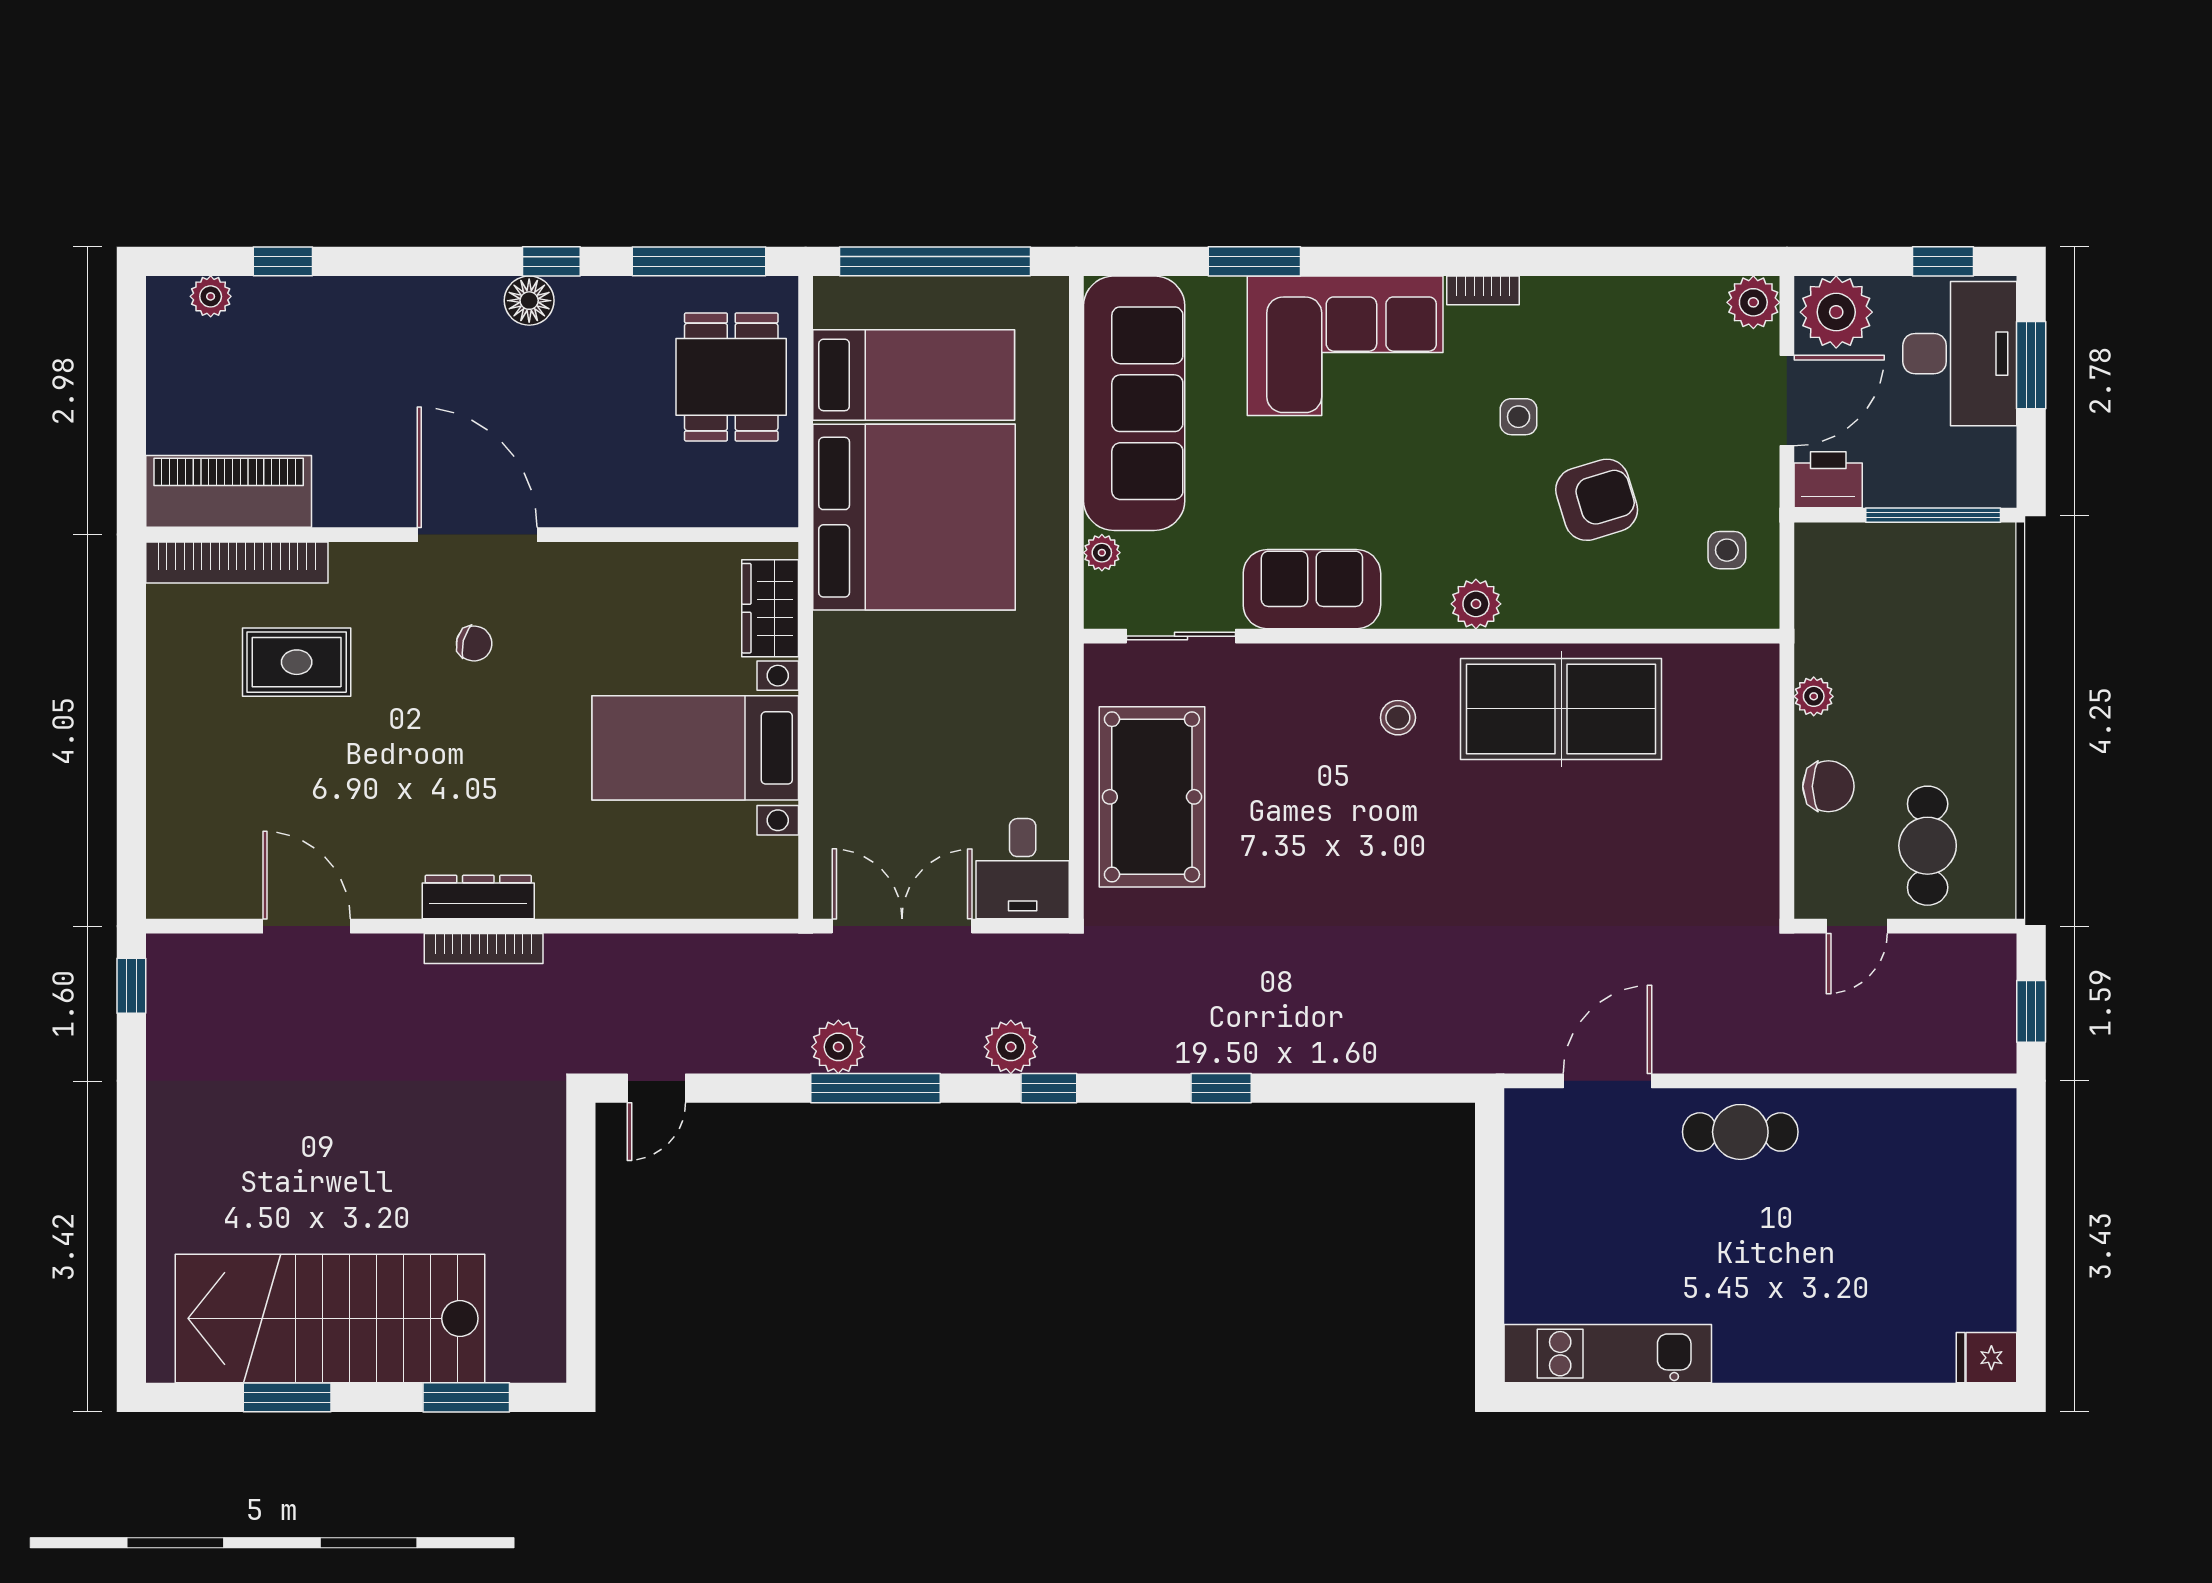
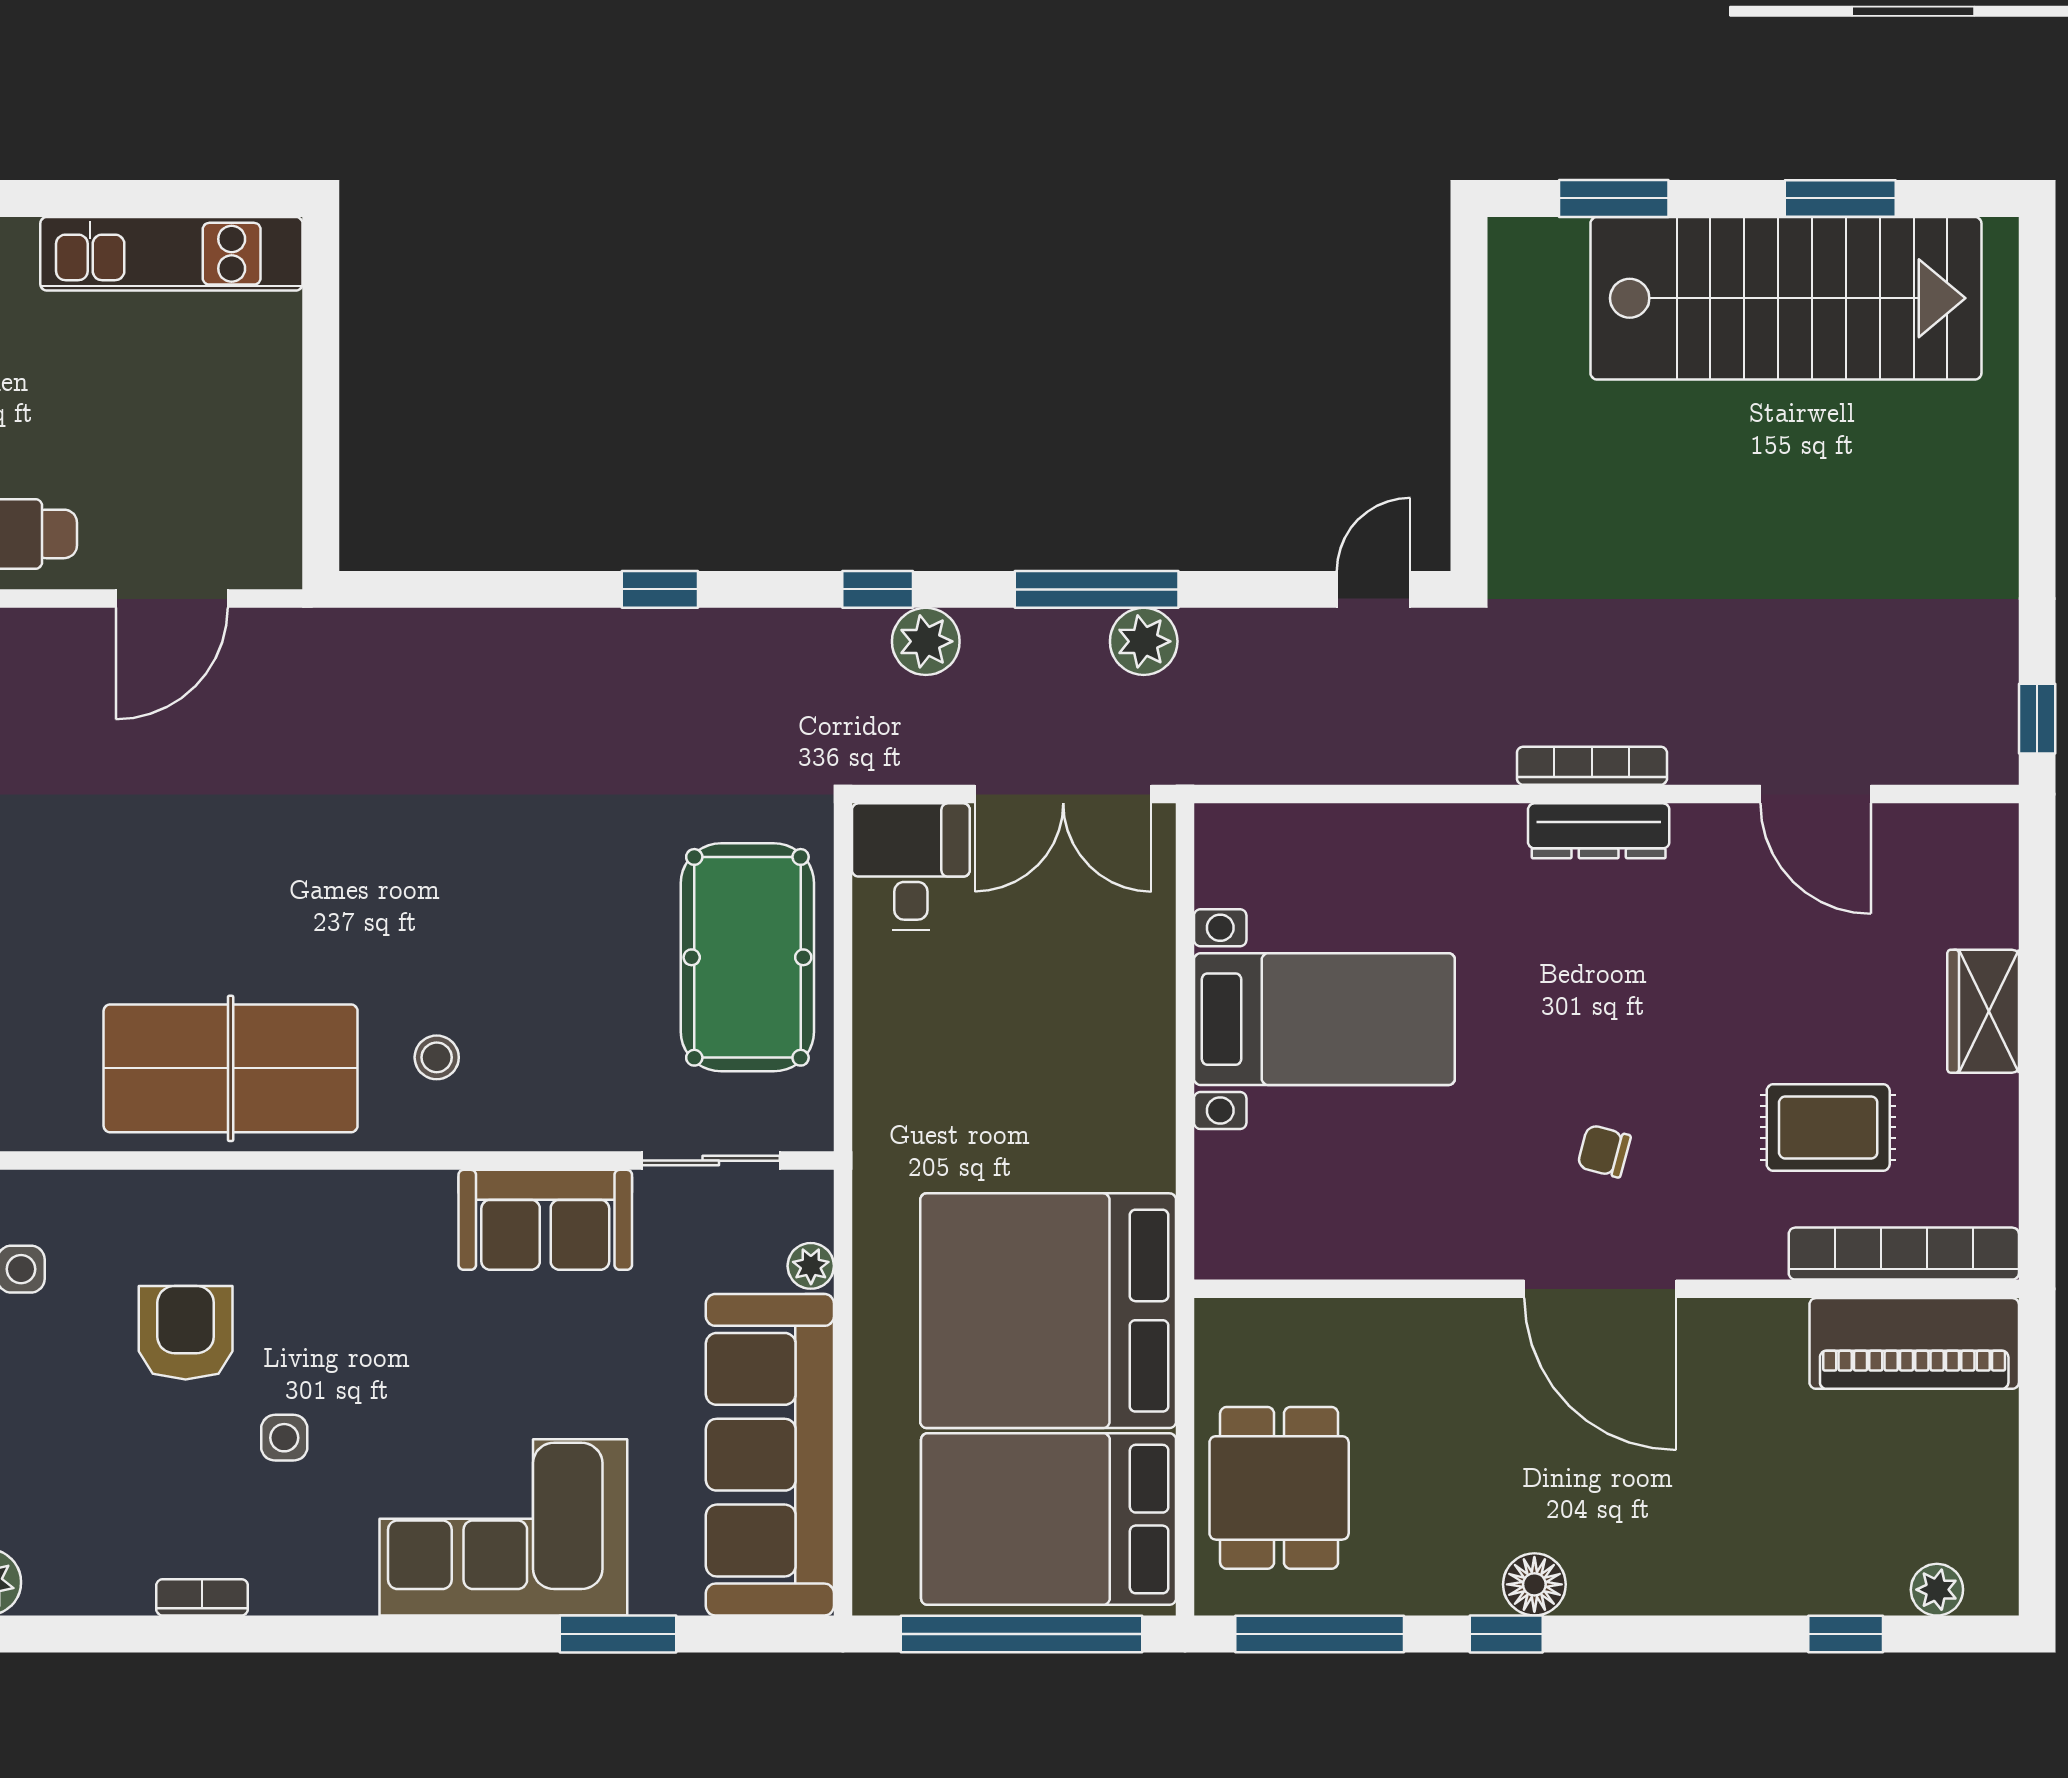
bookcase: (1483, 290) -> (202, 1597), moved
bed: (914, 375) -> (1049, 1519), width x1.50
armchair: (1597, 500) -> (186, 1333), turned 107
plant: (1476, 604) -> (338, 1201), removed
wardrobe: (770, 608) -> (1983, 1011), moved, turned 180

